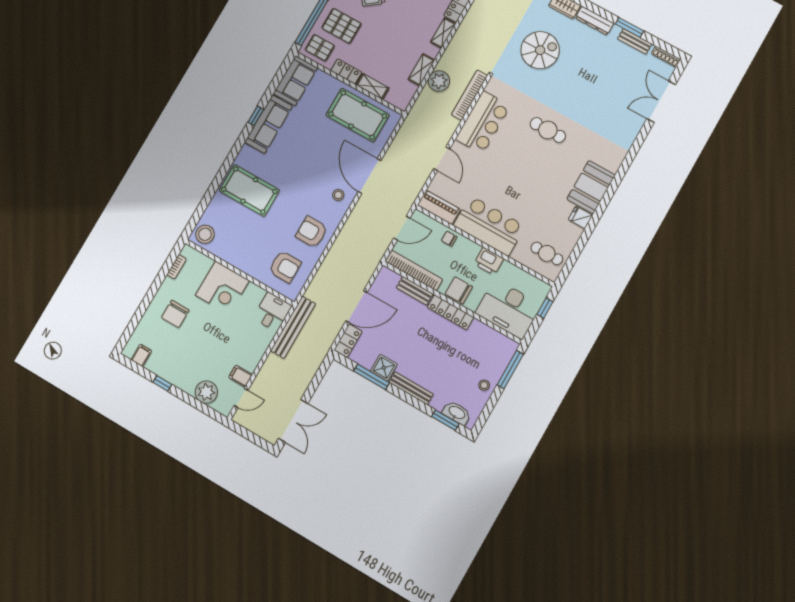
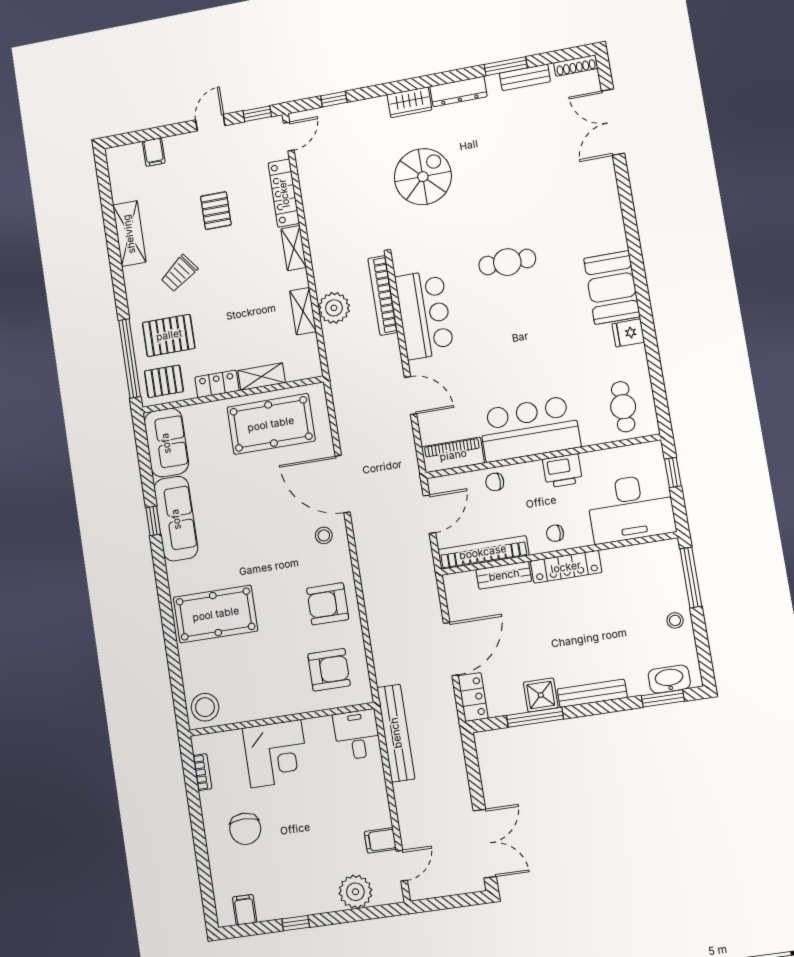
cafe table: (547, 253) -> (623, 407), turned 90
chair: (459, 290) -> (555, 533), width x0.54, depth x0.54

